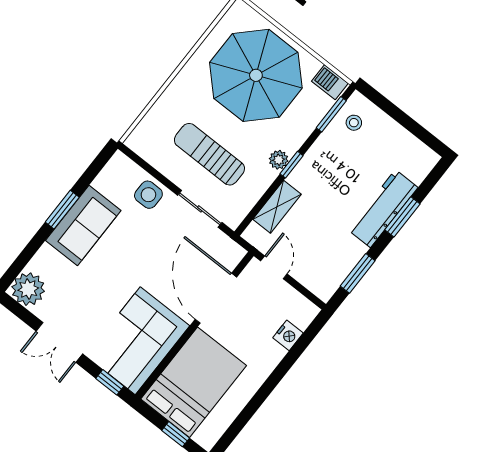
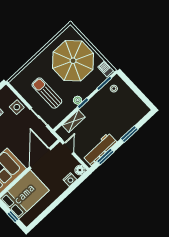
workbench: (383, 209) -> (100, 149), moved
floor lamp: (306, 311) -> (80, 170), added

